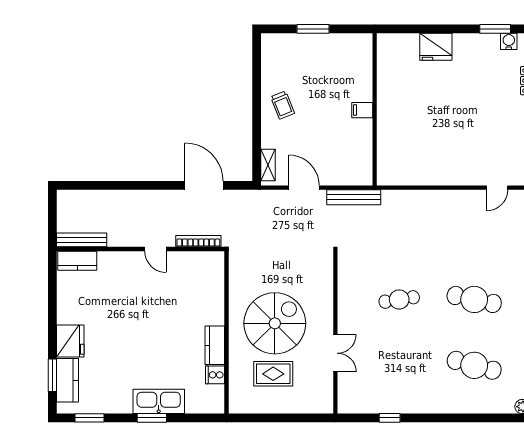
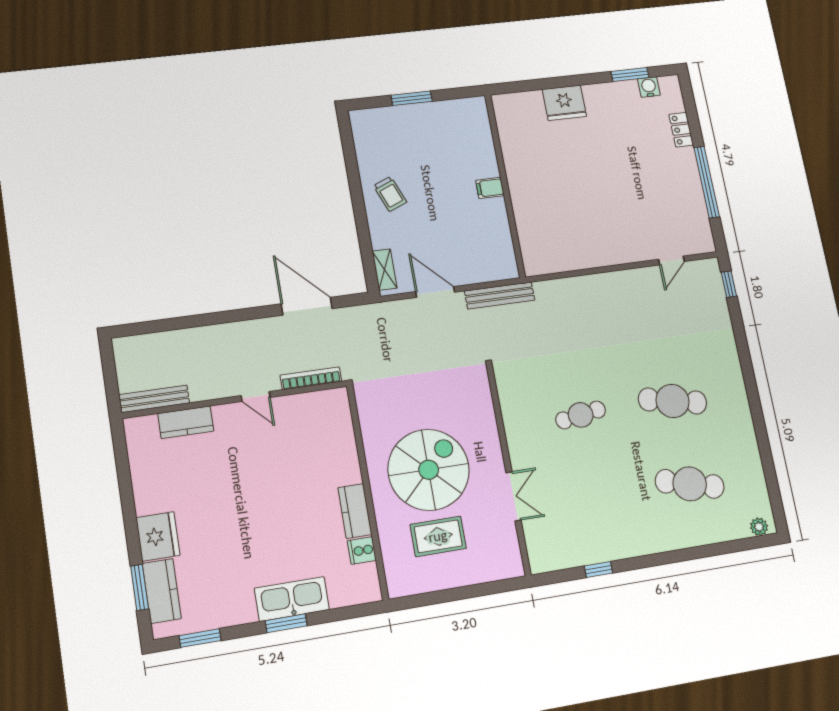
kitchen counter: (77, 261) -> (186, 422), moved

